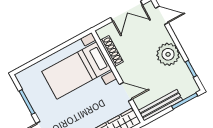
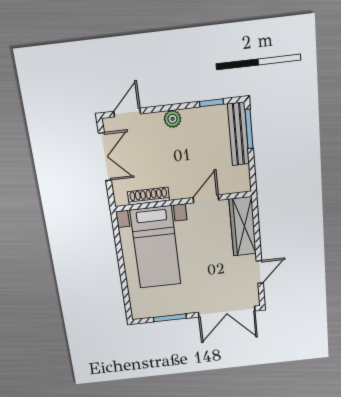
plant: (168, 54) -> (173, 119), width x0.53, depth x0.53
bench: (160, 105) -> (238, 134), moved

